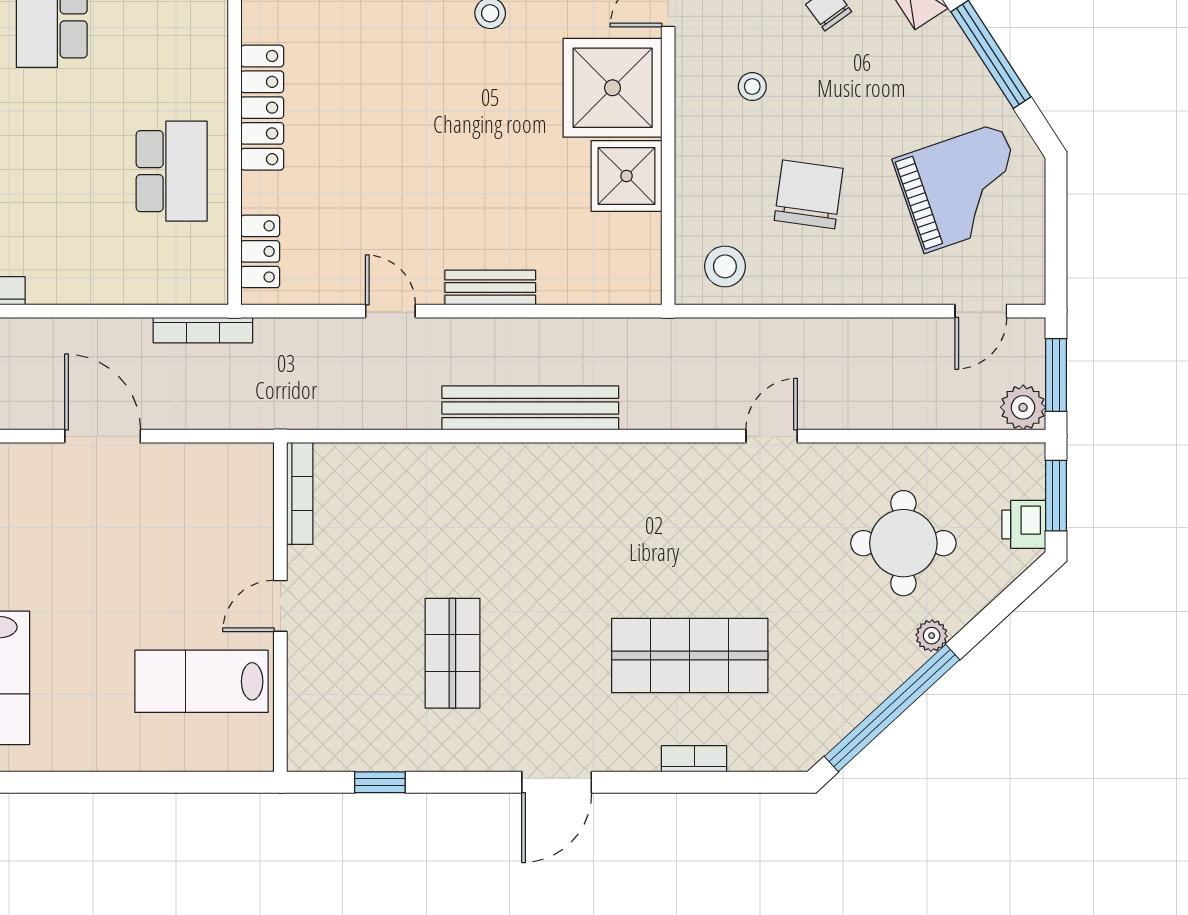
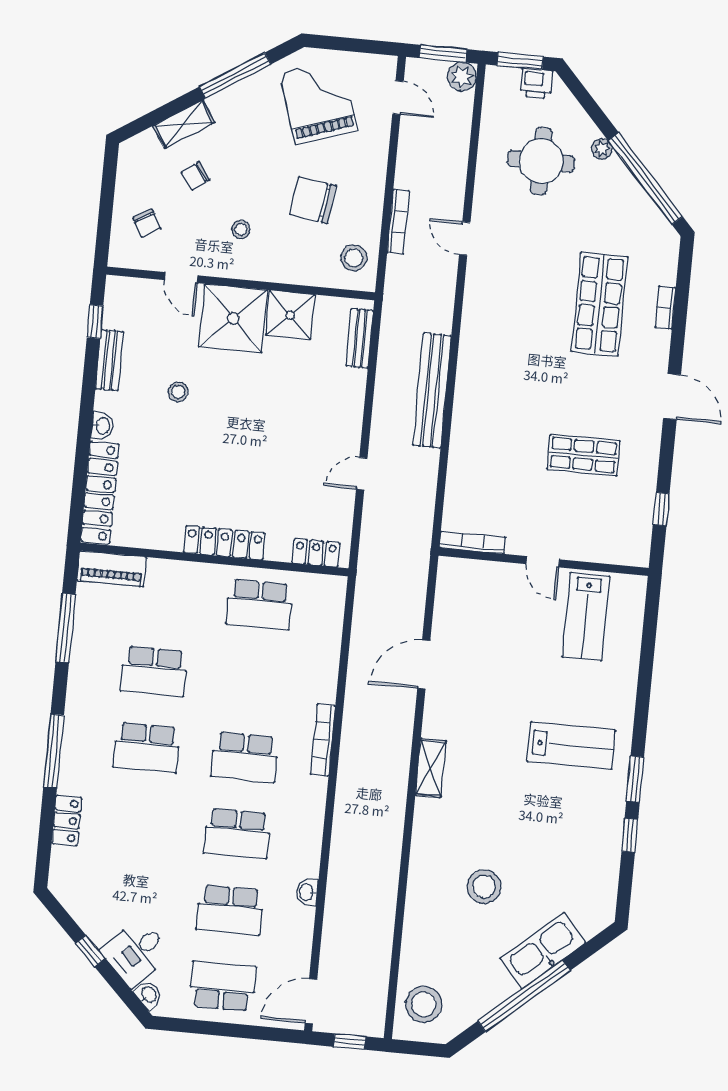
school desk: (172, 171) -> (259, 604), turned 180
bench: (490, 288) -> (360, 338), moved
bookcase: (203, 330) -> (398, 222), moved

